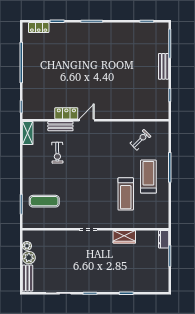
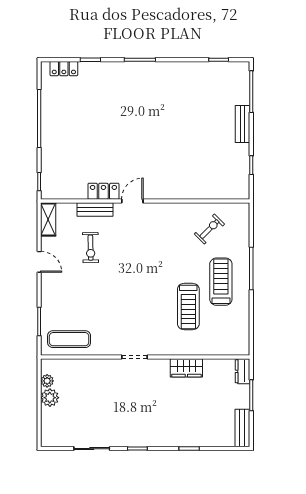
door: (21, 163) -> (39, 262), added
exercise mat: (44, 201) -> (69, 339), moved
bench: (28, 278) -> (242, 428), moved

